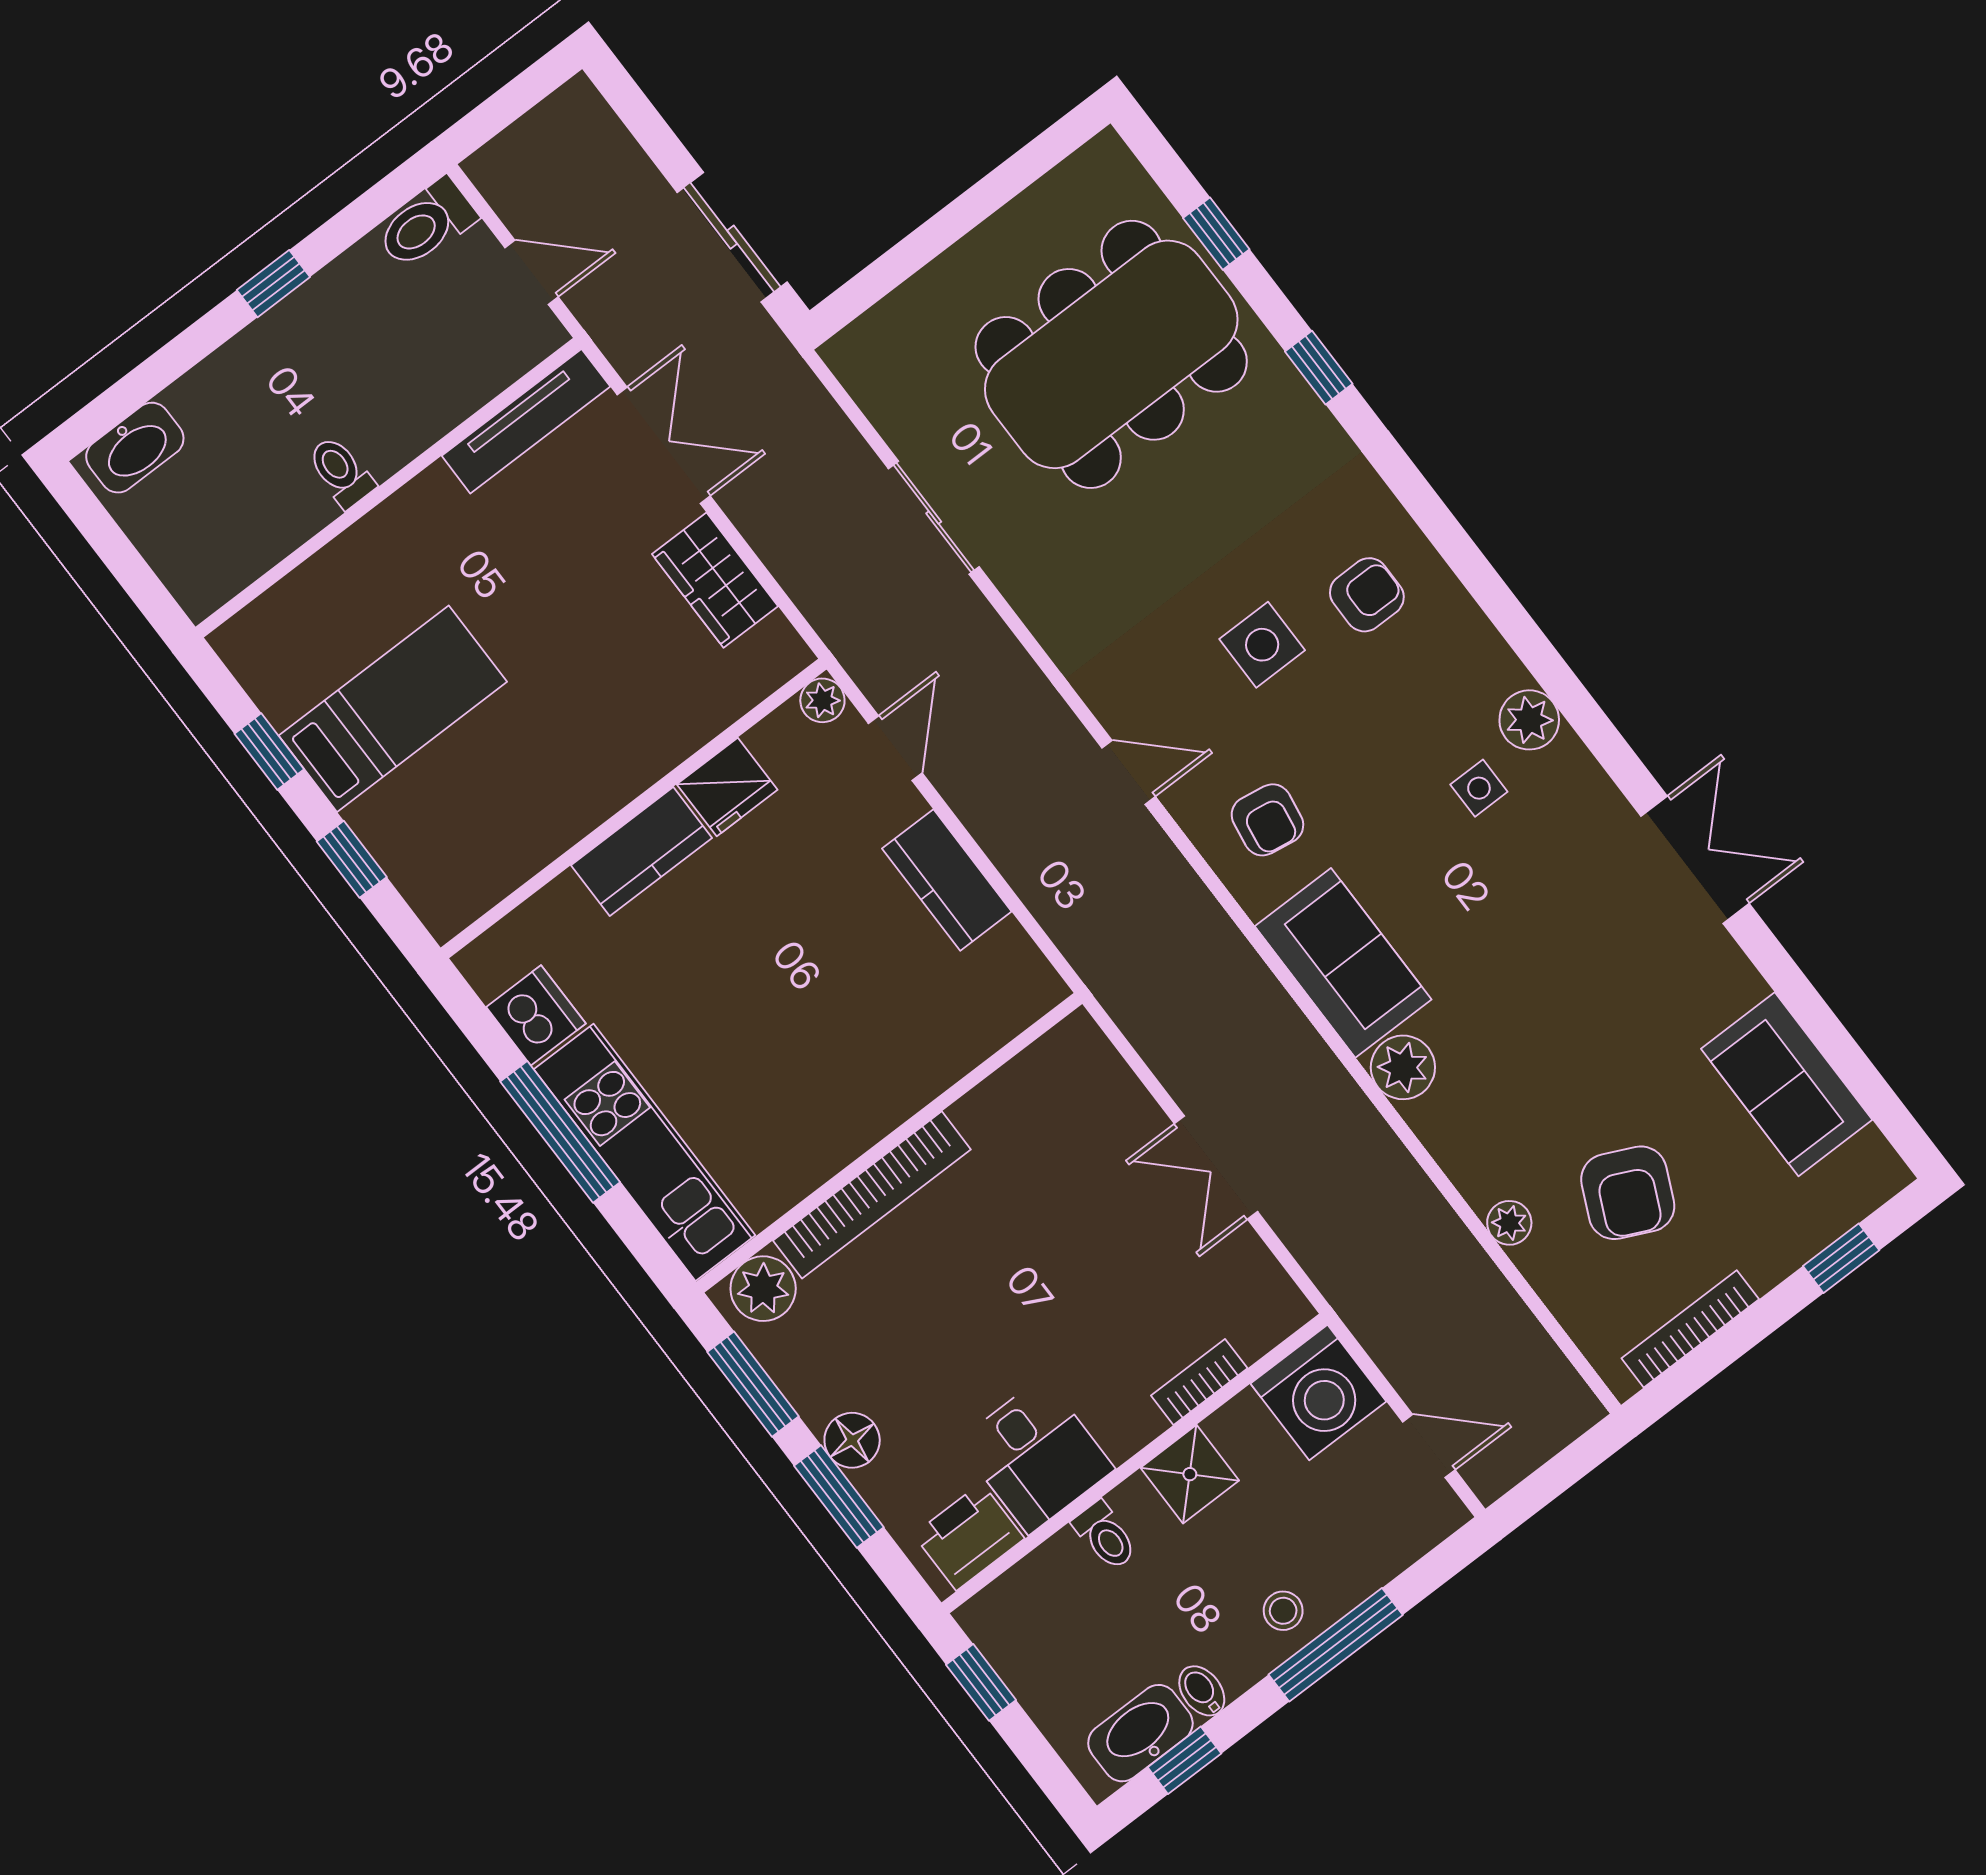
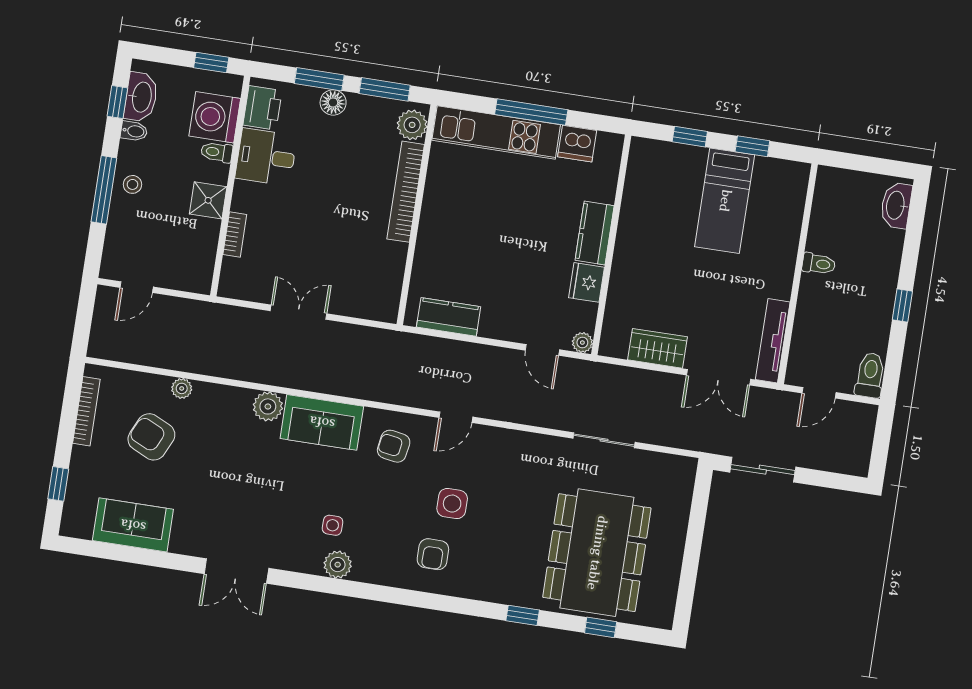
kitchen counter: (947, 880) -> (449, 317), moved
washing machine: (1318, 1392) -> (215, 117), moved

